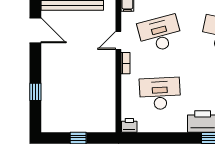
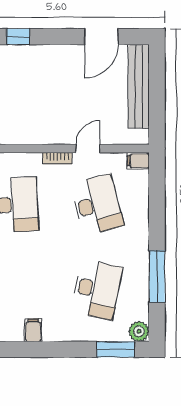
door: (118, 40) -> (88, 149), hinge flipped

